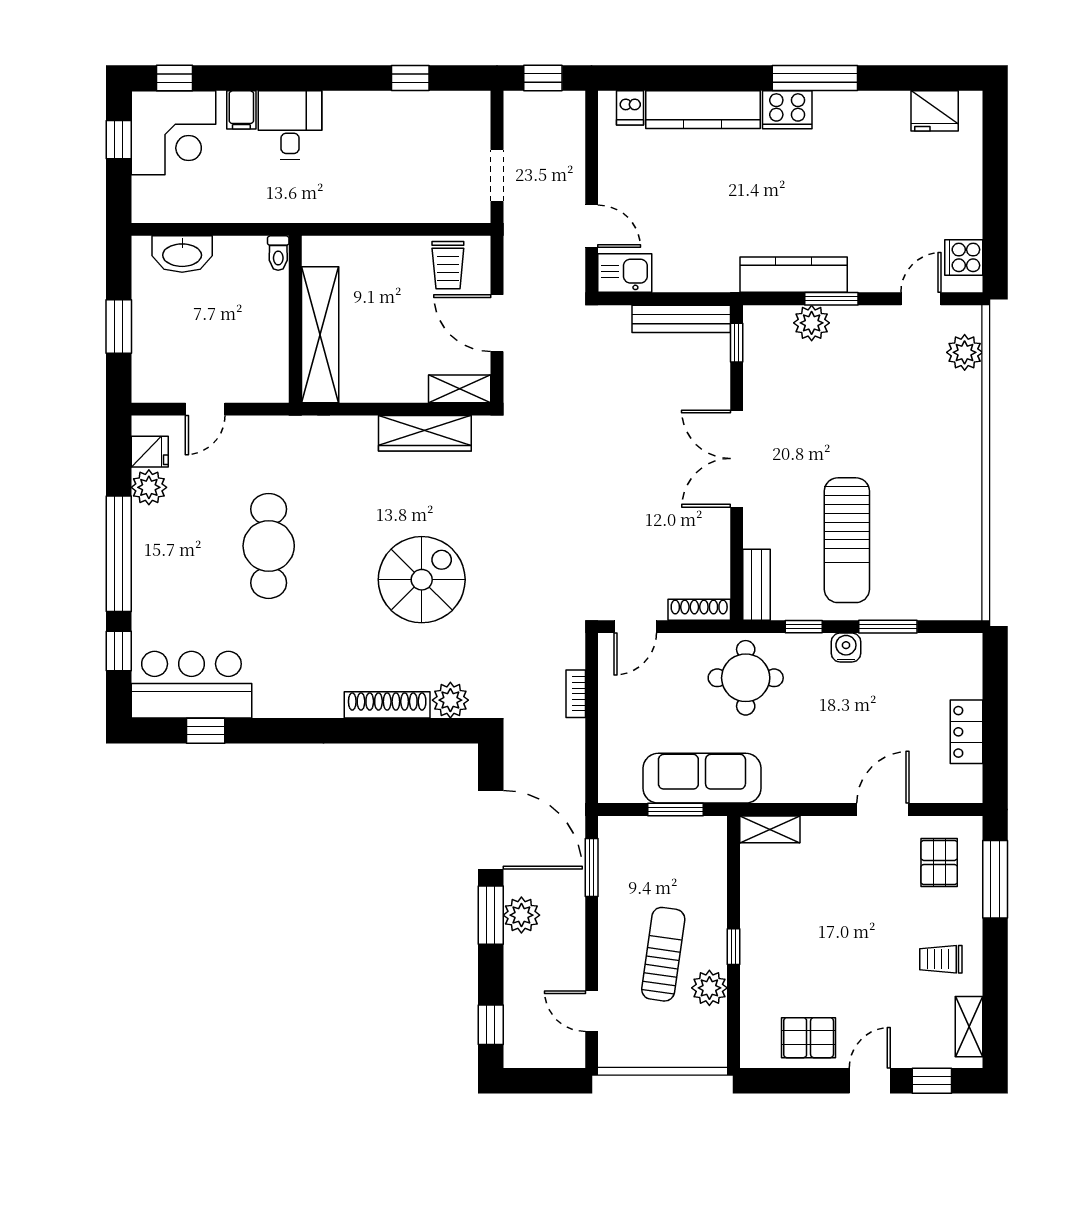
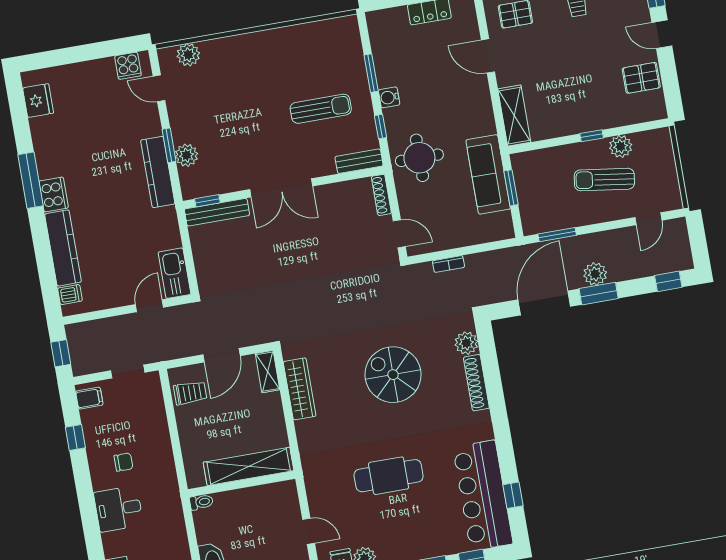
filing cabinet: (241, 110) -> (89, 398), moved
chair: (360, 145) -> (123, 462), added
kitchen sink: (625, 273) -> (174, 273), width x1.38
bench: (681, 319) -> (217, 212), moved, turned 90
sun lounger: (847, 540) -> (321, 109), width x0.73, depth x0.75
bar counter: (191, 685) -> (483, 495), width x1.36
shelving: (770, 829) -> (514, 116), width x1.50, depth x1.33
pallet: (809, 1038) -> (641, 78), turned 90

